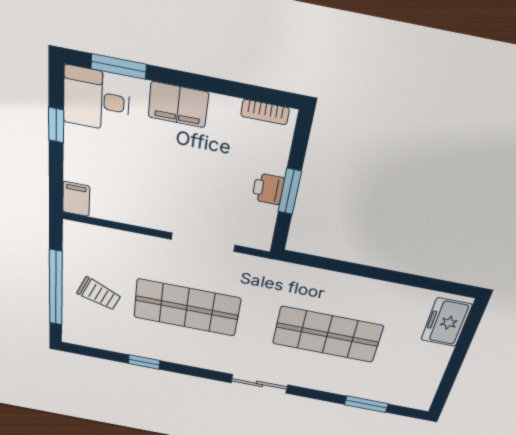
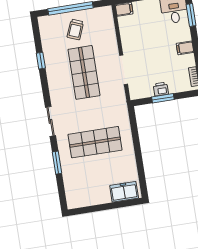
filing cabinet: (178, 105) -> (185, 48), width x0.50
shop shelf: (327, 335) -> (95, 142), turned 90
window: (366, 404) -> (57, 163), moved

